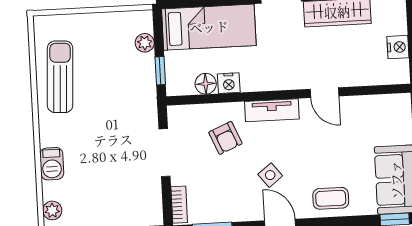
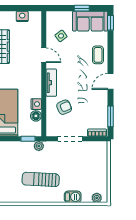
plant: (145, 43) -> (39, 146), moved
sun lounger: (60, 77) -> (41, 179), moved
door: (324, 93) -> (44, 55), hinge flipped
side table: (270, 175) -> (61, 36), moved

